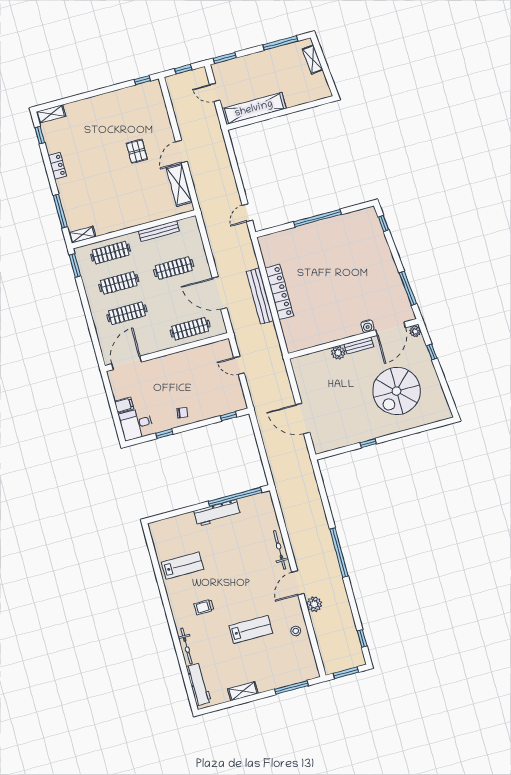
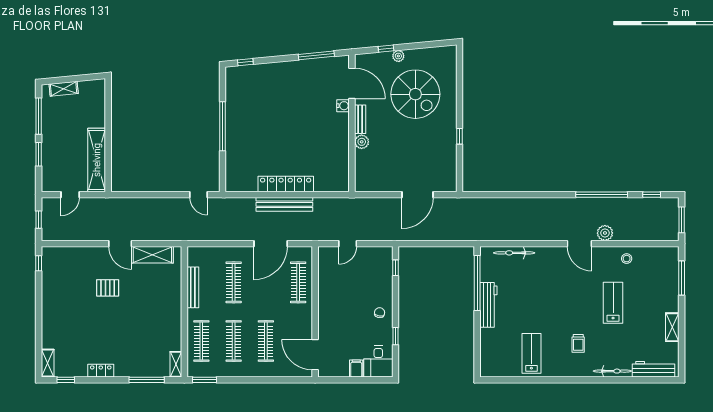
window: (225, 58) -> (39, 154), moved
plant: (415, 331) -> (398, 56), moved
bicycle: (280, 550) -> (514, 253), moved
window: (339, 553) -> (602, 195), moved

